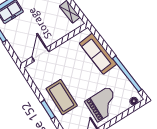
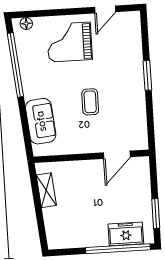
sofa: (98, 54) -> (41, 121), width x0.73
coffee table: (62, 97) -> (90, 102), moved, width x0.54, depth x0.58

